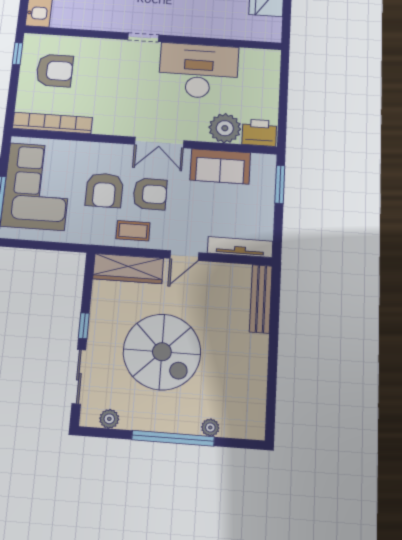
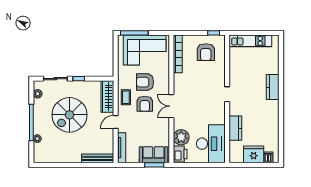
kitchen counter: (212, 27) -> (235, 128), added
desk: (198, 71) -> (211, 144), moved
sofa: (220, 166) -> (154, 155), moved, turned 90
door: (184, 256) -> (116, 122), hinge flipped

